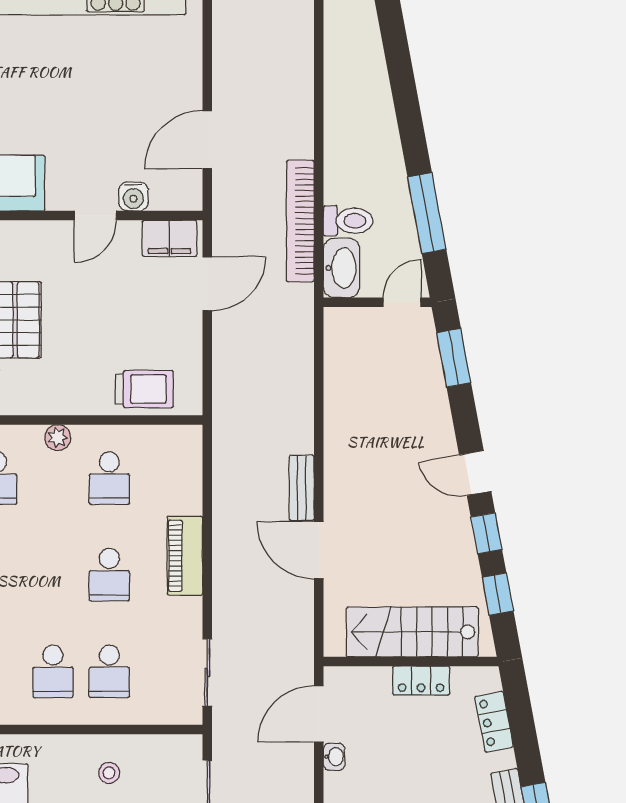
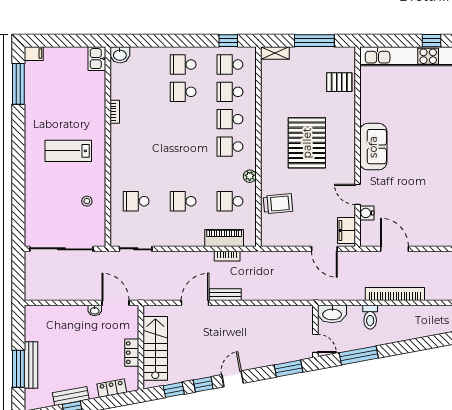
bookcase: (300, 221) -> (395, 294), moved
toilet: (348, 221) -> (370, 317), moved
trolley: (144, 389) -> (278, 204), moved, turned -95
bookcase: (222, 484) -> (227, 256), added
piano: (185, 556) -> (224, 238), moved
school desk: (53, 671) -> (136, 174), removed

